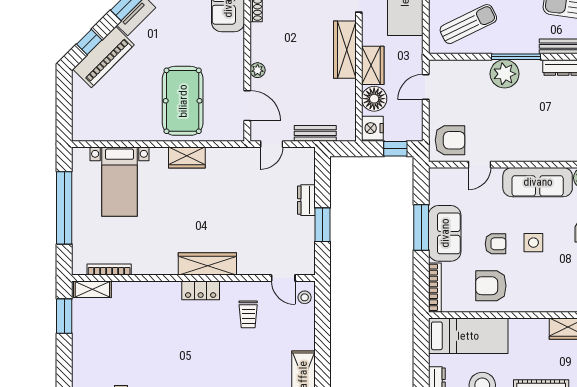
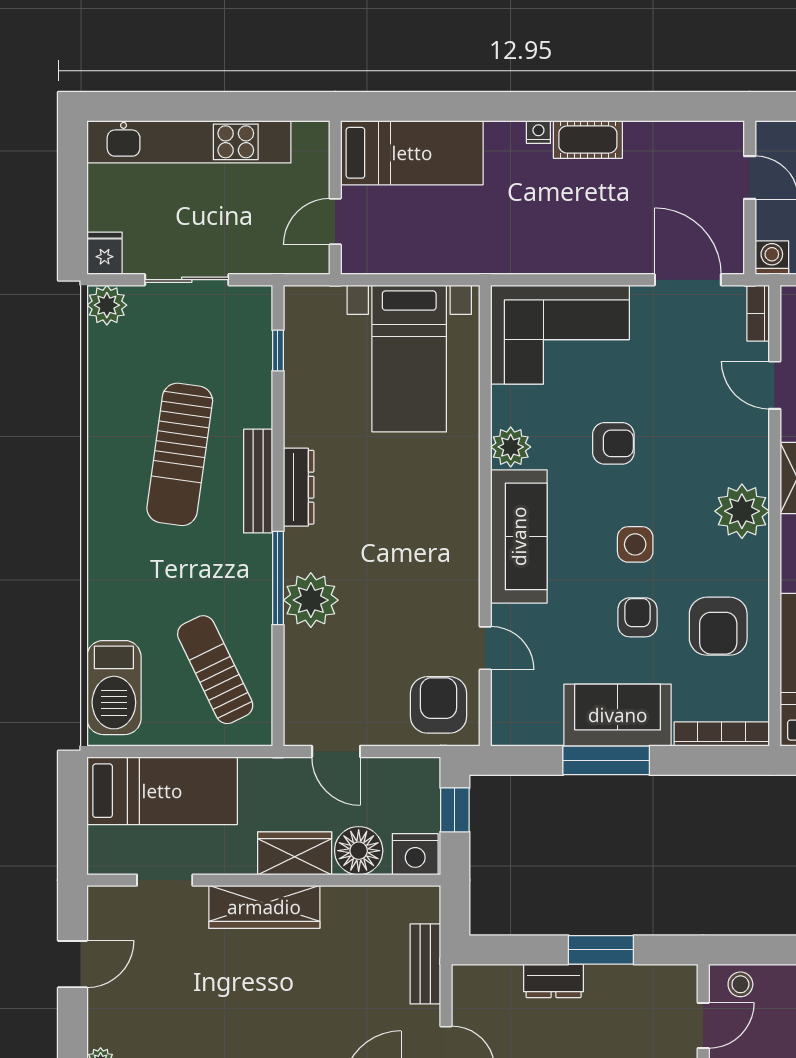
plant: (551, 298) -> (742, 511), added

